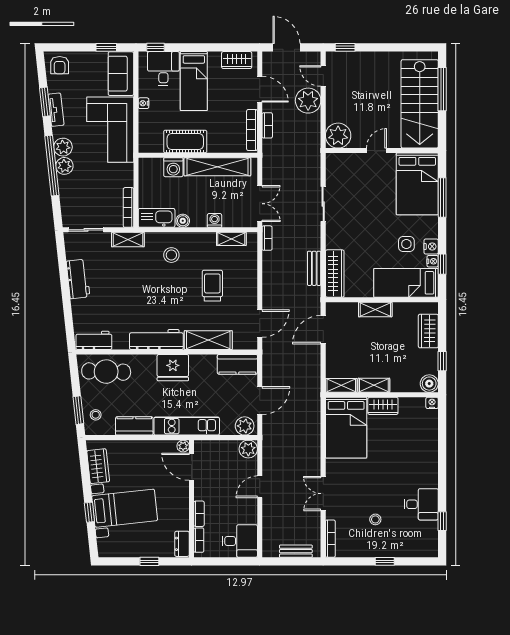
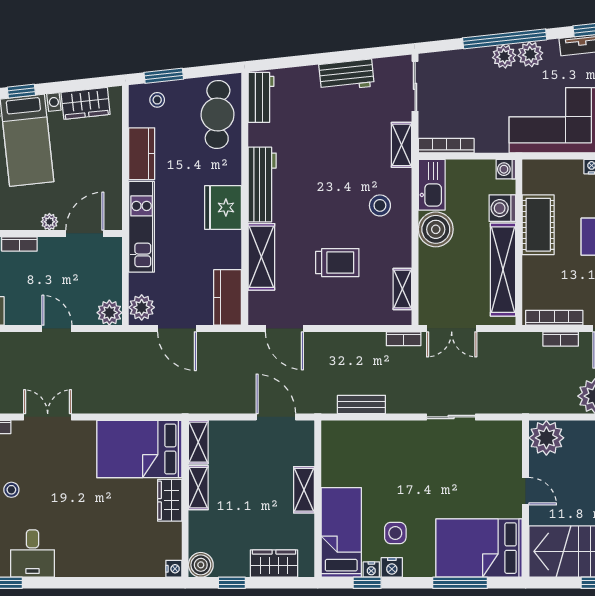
washing machine: (215, 220) -> (506, 169), moved, turned 180
boiler: (183, 221) -> (436, 229), width x1.86, depth x1.86
wardrobe: (335, 273) -> (354, 433), removed
plant: (183, 446) -> (49, 222), moved

